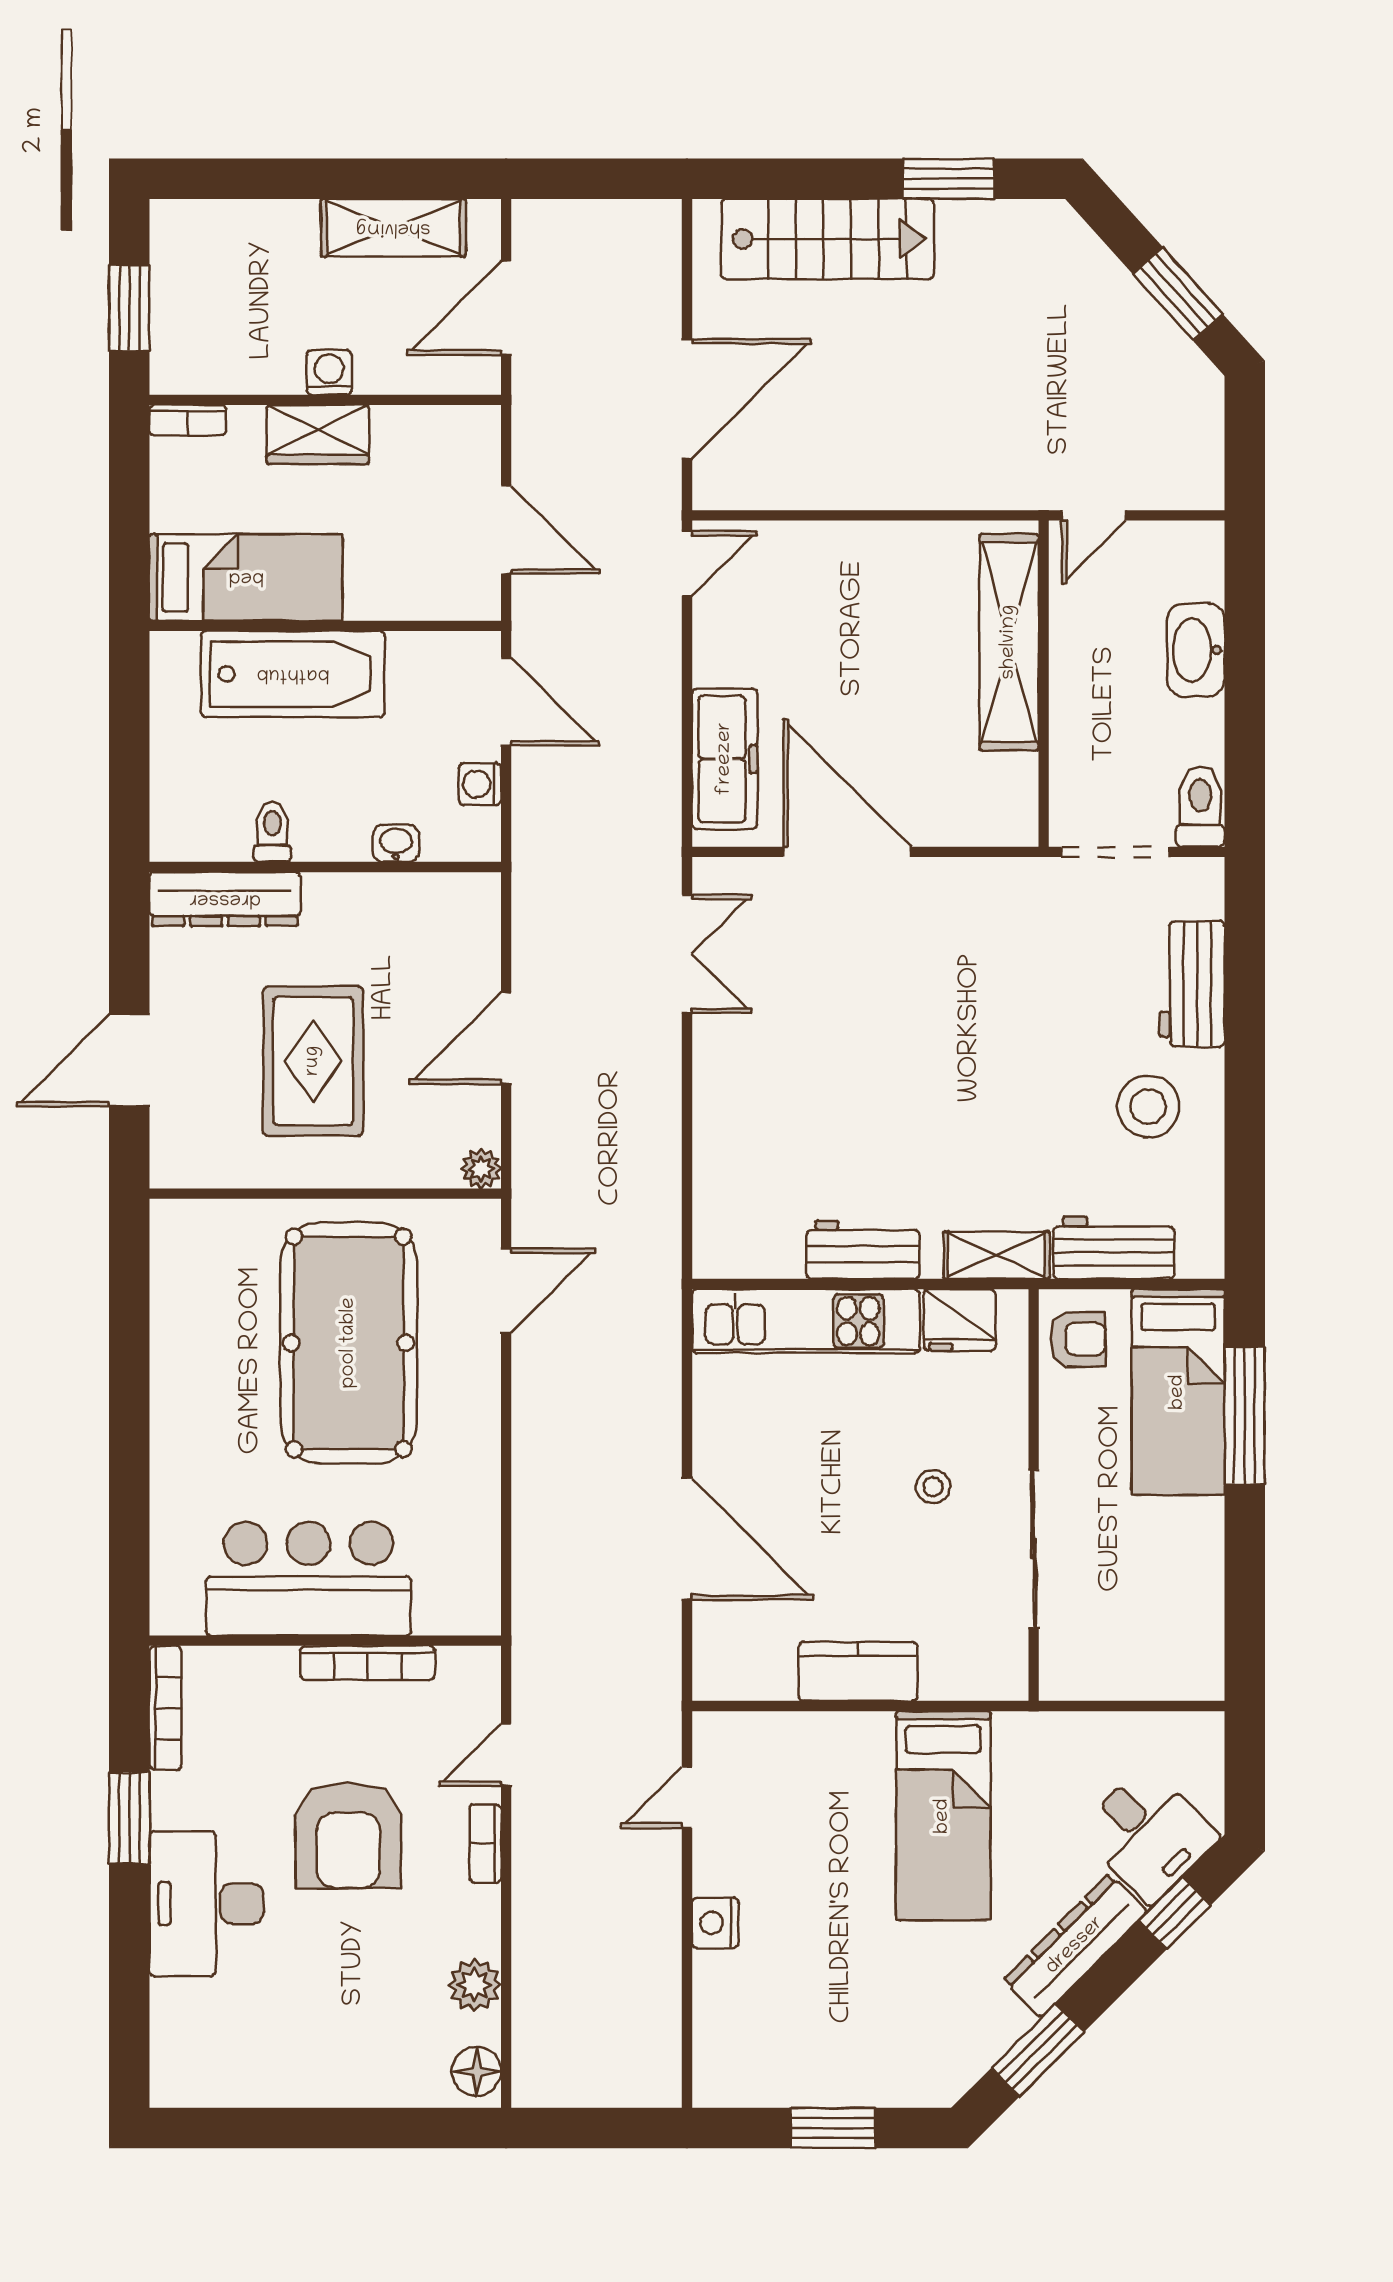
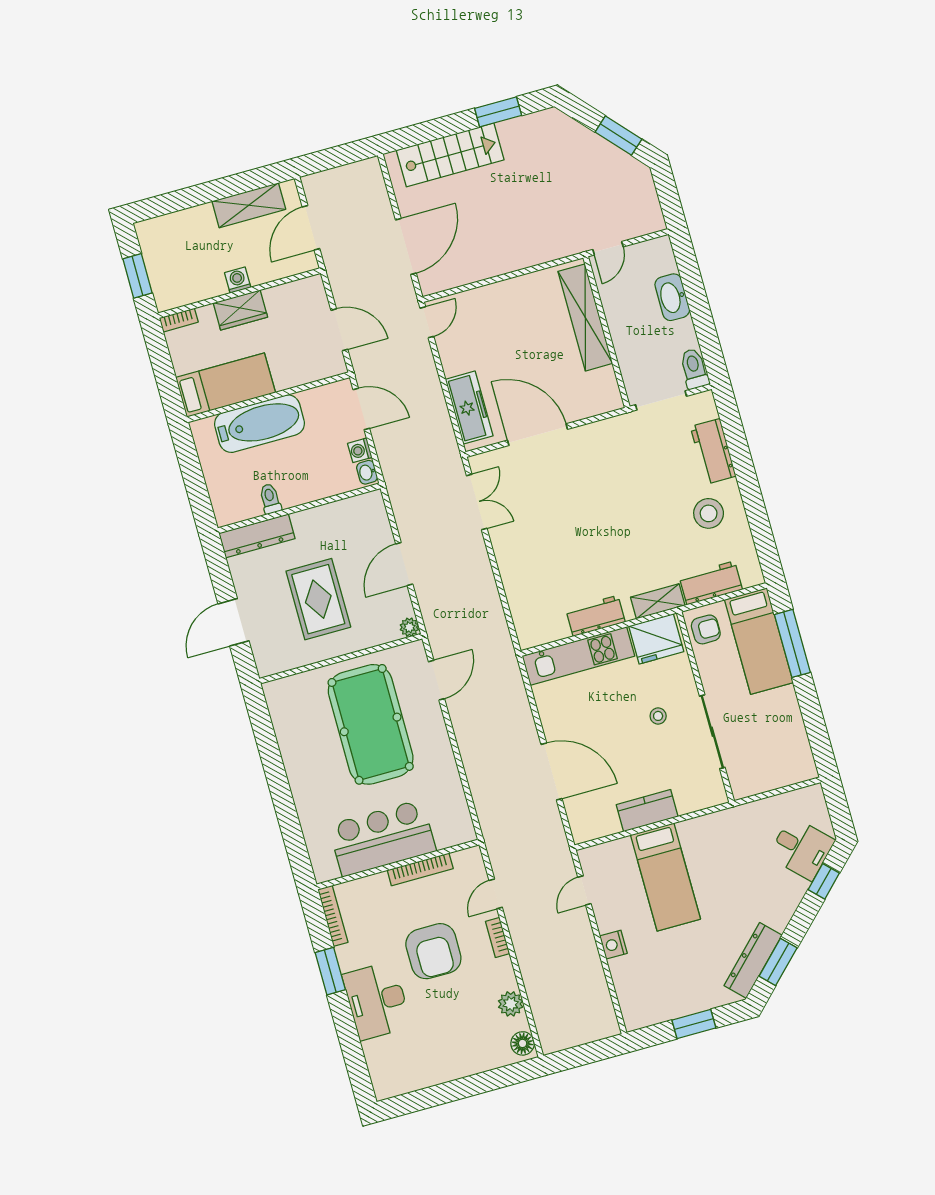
washbasin: (396, 843) -> (367, 472), moved, turned -90
fridge: (960, 1320) -> (656, 639), width x1.36, depth x1.34
bed: (943, 1816) -> (665, 877), moved
dresser: (1075, 1946) -> (753, 960), moved

